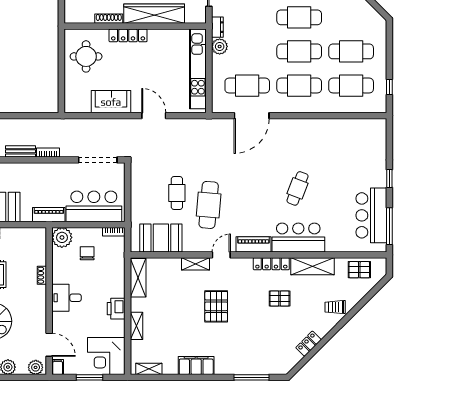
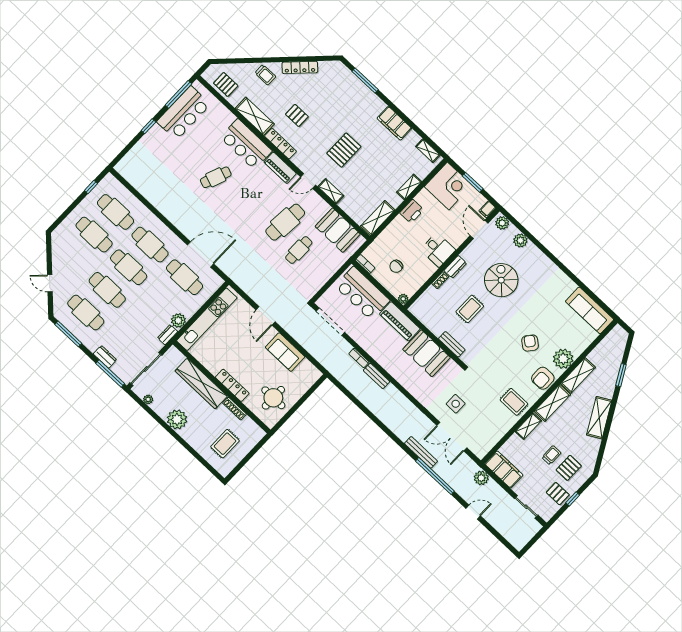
piano: (49, 215) -> (400, 321), width x1.37, depth x1.33
plant: (62, 237) -> (403, 299), width x0.53, depth x0.53
dresser: (40, 297) -> (455, 267), added
locker: (309, 344) -> (300, 67), width x1.53

